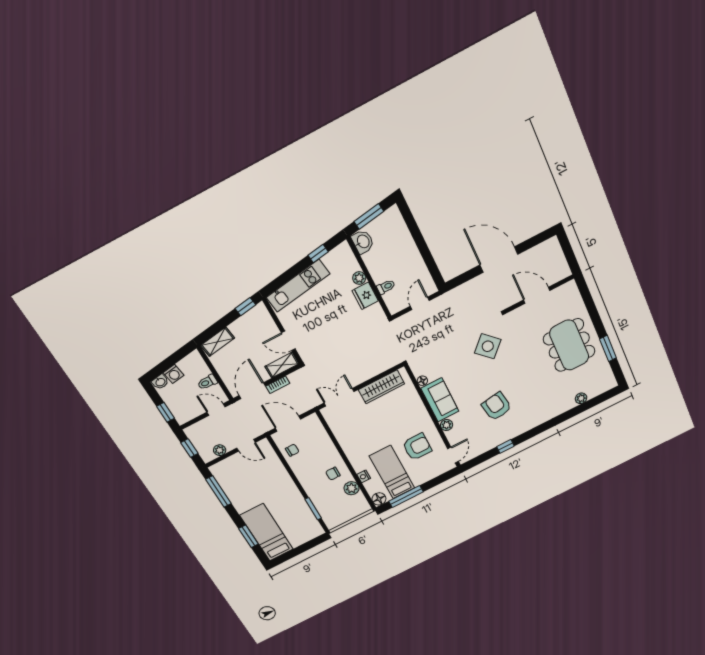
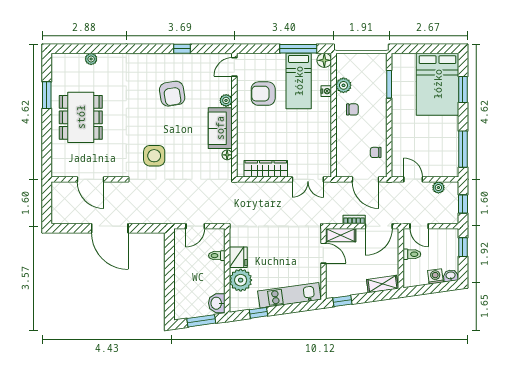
plant: (359, 278) -> (241, 280), width x1.87, depth x1.87
side table: (488, 346) -> (154, 156), turned 45
bed: (267, 532) -> (438, 84), width x1.50

